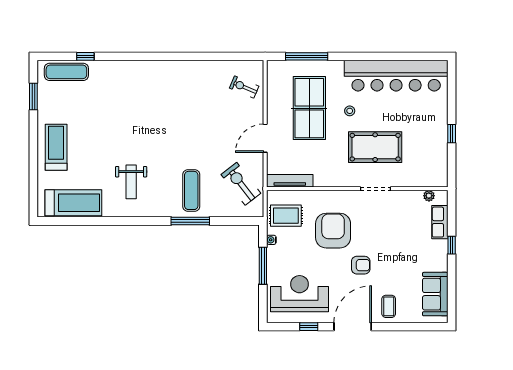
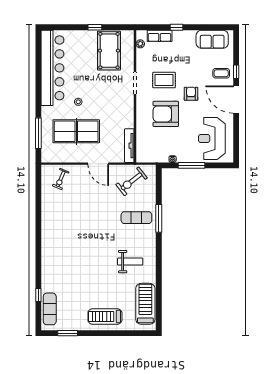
pool table: (375, 147) -> (109, 51), moved
rug: (286, 216) -> (164, 80), moved, turned 90
window: (309, 327) -> (236, 72), moved

